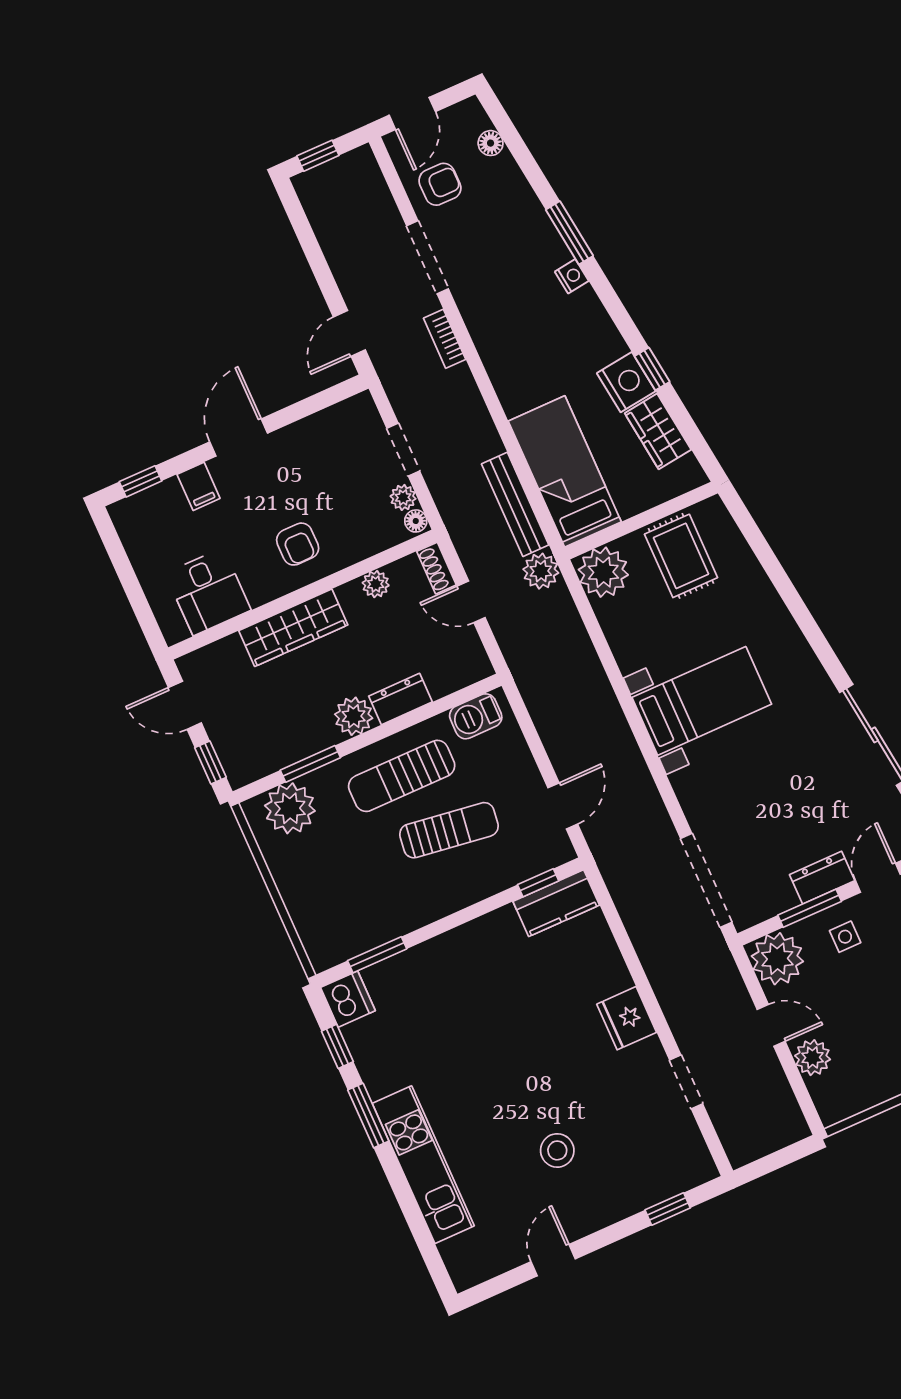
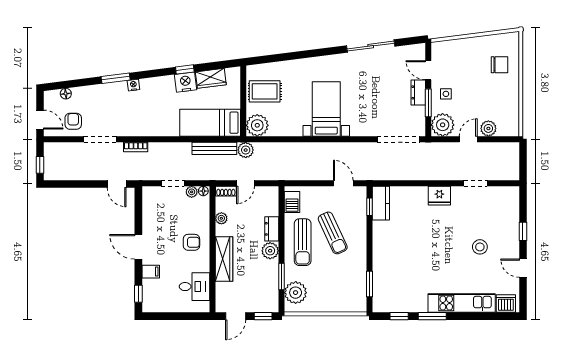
sun lounger: (449, 830) -> (333, 233), turned 147
dishwasher: (348, 999) -> (506, 304), moved
window: (668, 1209) -> (523, 231), moved

